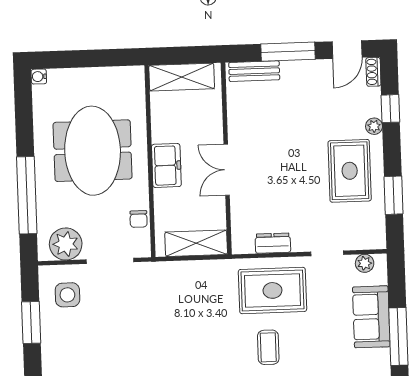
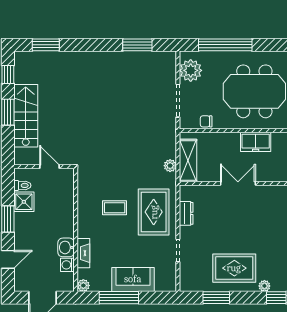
freezer: (166, 165) -> (256, 142), moved
plant: (365, 263) -> (170, 166), moved
side table: (67, 295) -> (156, 70), removed

